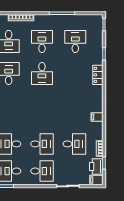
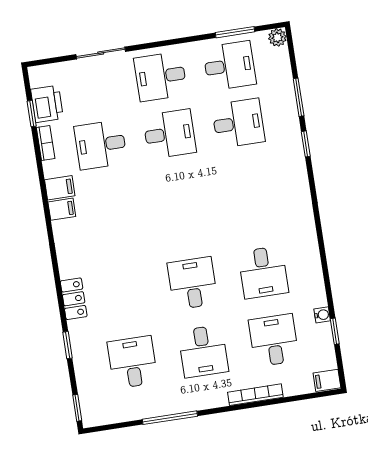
desk: (75, 41) -> (132, 362), turned 180
desk: (42, 144) -> (169, 134), turned 180
filing cabinet: (96, 180) -> (60, 188), moved

